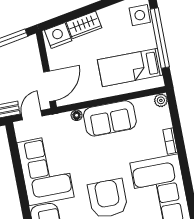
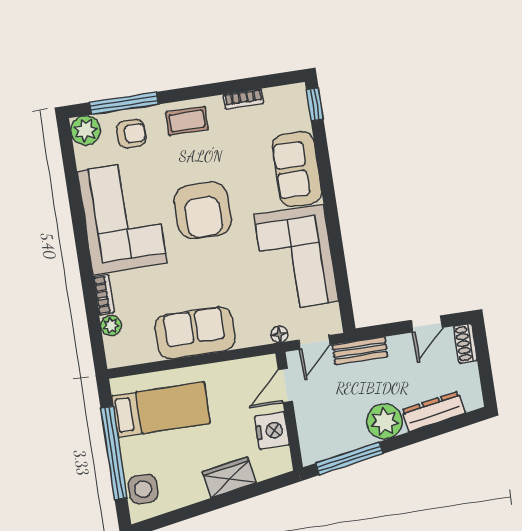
nightstand: (58, 36) -> (272, 431), moved, turned -80
door: (50, 86) -> (285, 386), width x0.73
plant: (161, 100) -> (111, 325), moved
floor lamp: (77, 115) -> (279, 334), moved

